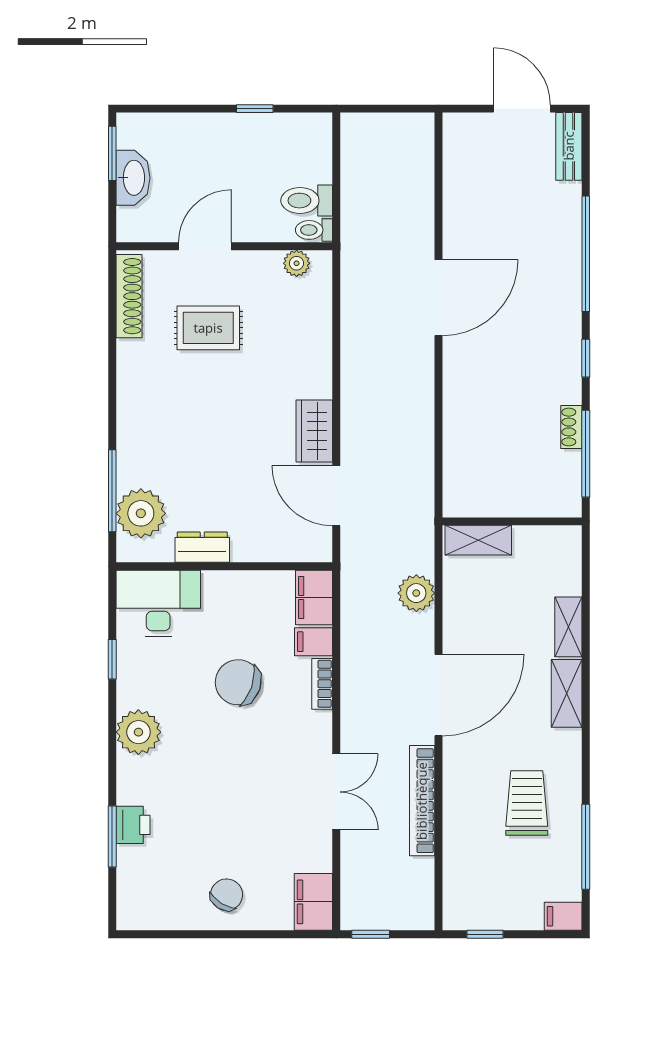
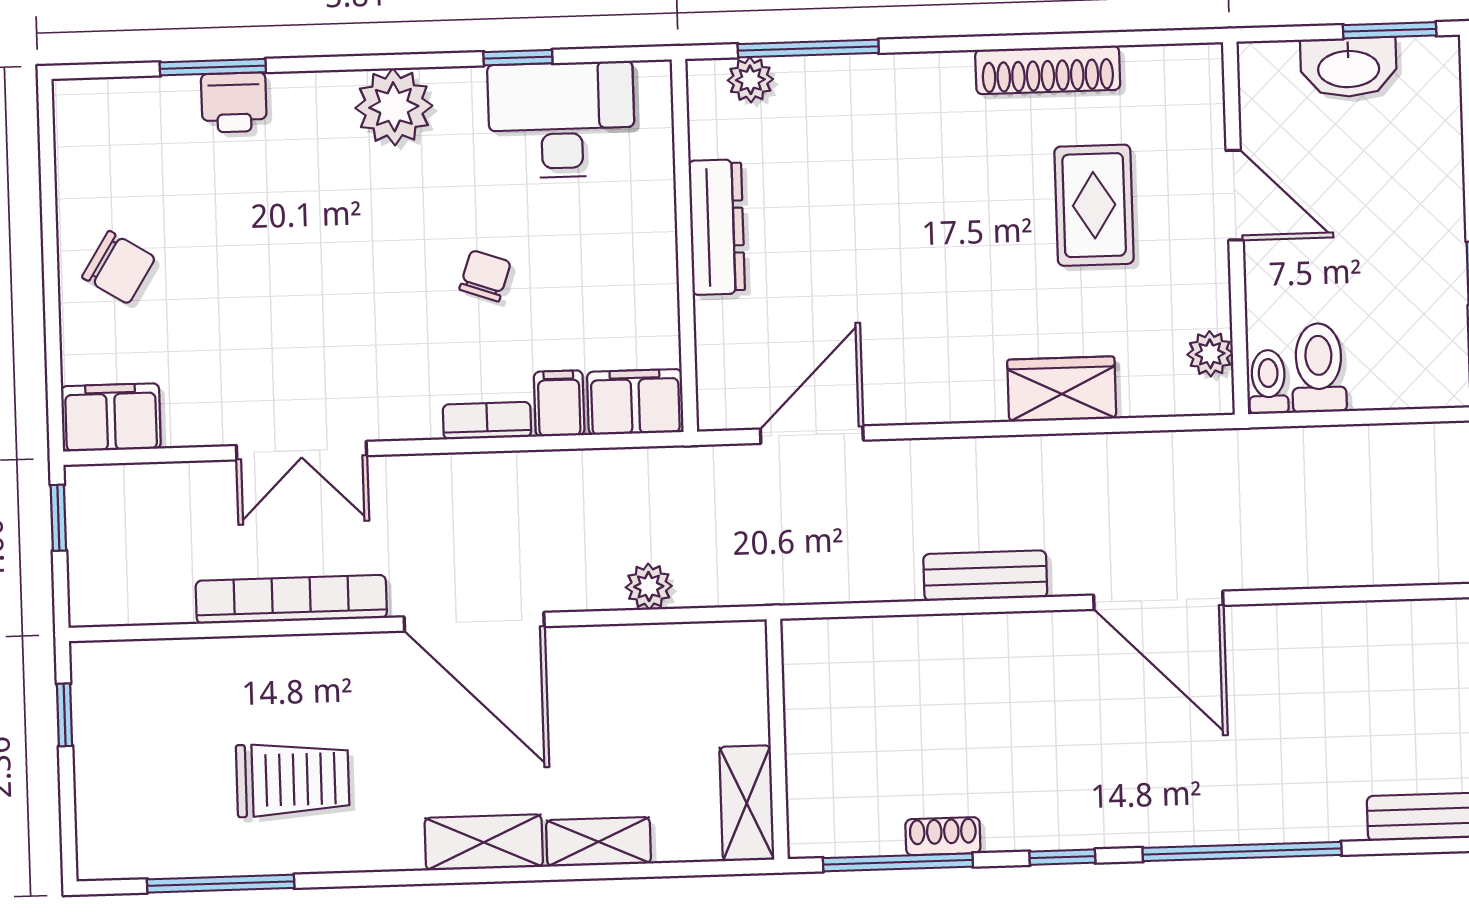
shoe rack: (129, 296) -> (1048, 70), moved
bench: (421, 398) -> (985, 576), added
wardrobe: (314, 431) -> (1062, 389), moved
plant: (141, 513) -> (750, 80), width x0.53, depth x0.53
shelving: (478, 540) -> (747, 803), moved
dresser: (202, 547) -> (717, 227), width x1.44
plant: (416, 593) -> (649, 587), width x0.73, depth x0.73
desk: (158, 603) -> (561, 120), moved, turned -90
chair: (238, 682) -> (485, 276), width x0.54, depth x0.54
filing cabinet: (563, 916) -> (100, 848), removed

